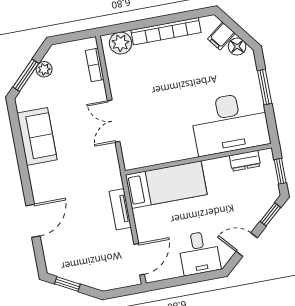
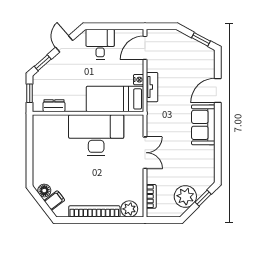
plant: (44, 69) -> (185, 196), width x1.87, depth x1.87
window: (26, 75) -> (203, 198), width x0.67
window: (265, 87) -> (30, 157), removed
desk: (230, 123) -> (96, 135), moved
sofa: (37, 136) -> (203, 125), moved
nightstand: (140, 216) -> (139, 80), added
door: (247, 245) -> (64, 44), swing flipped

